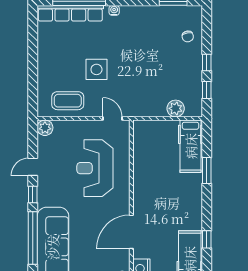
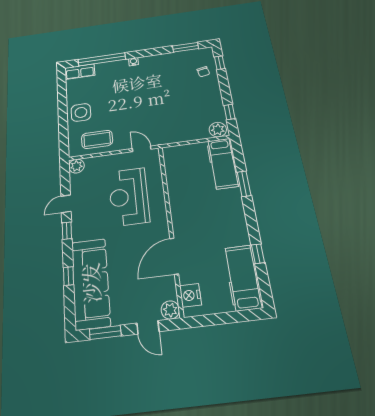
row of seats: (70, 13) -> (80, 72), width x0.50
window: (207, 63) -> (220, 63), moved
side table: (96, 69) -> (81, 112), moved
plant: (176, 108) -> (218, 130), moved
window: (33, 238) -> (68, 276), width x0.32

